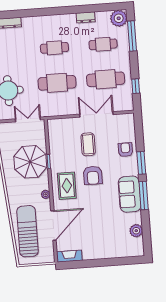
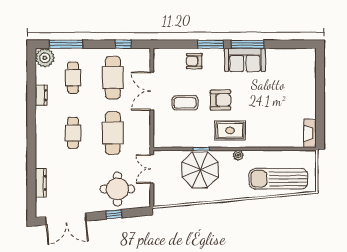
door: (53, 226) -> (274, 149), removed
plant: (136, 231) -> (287, 56), removed

